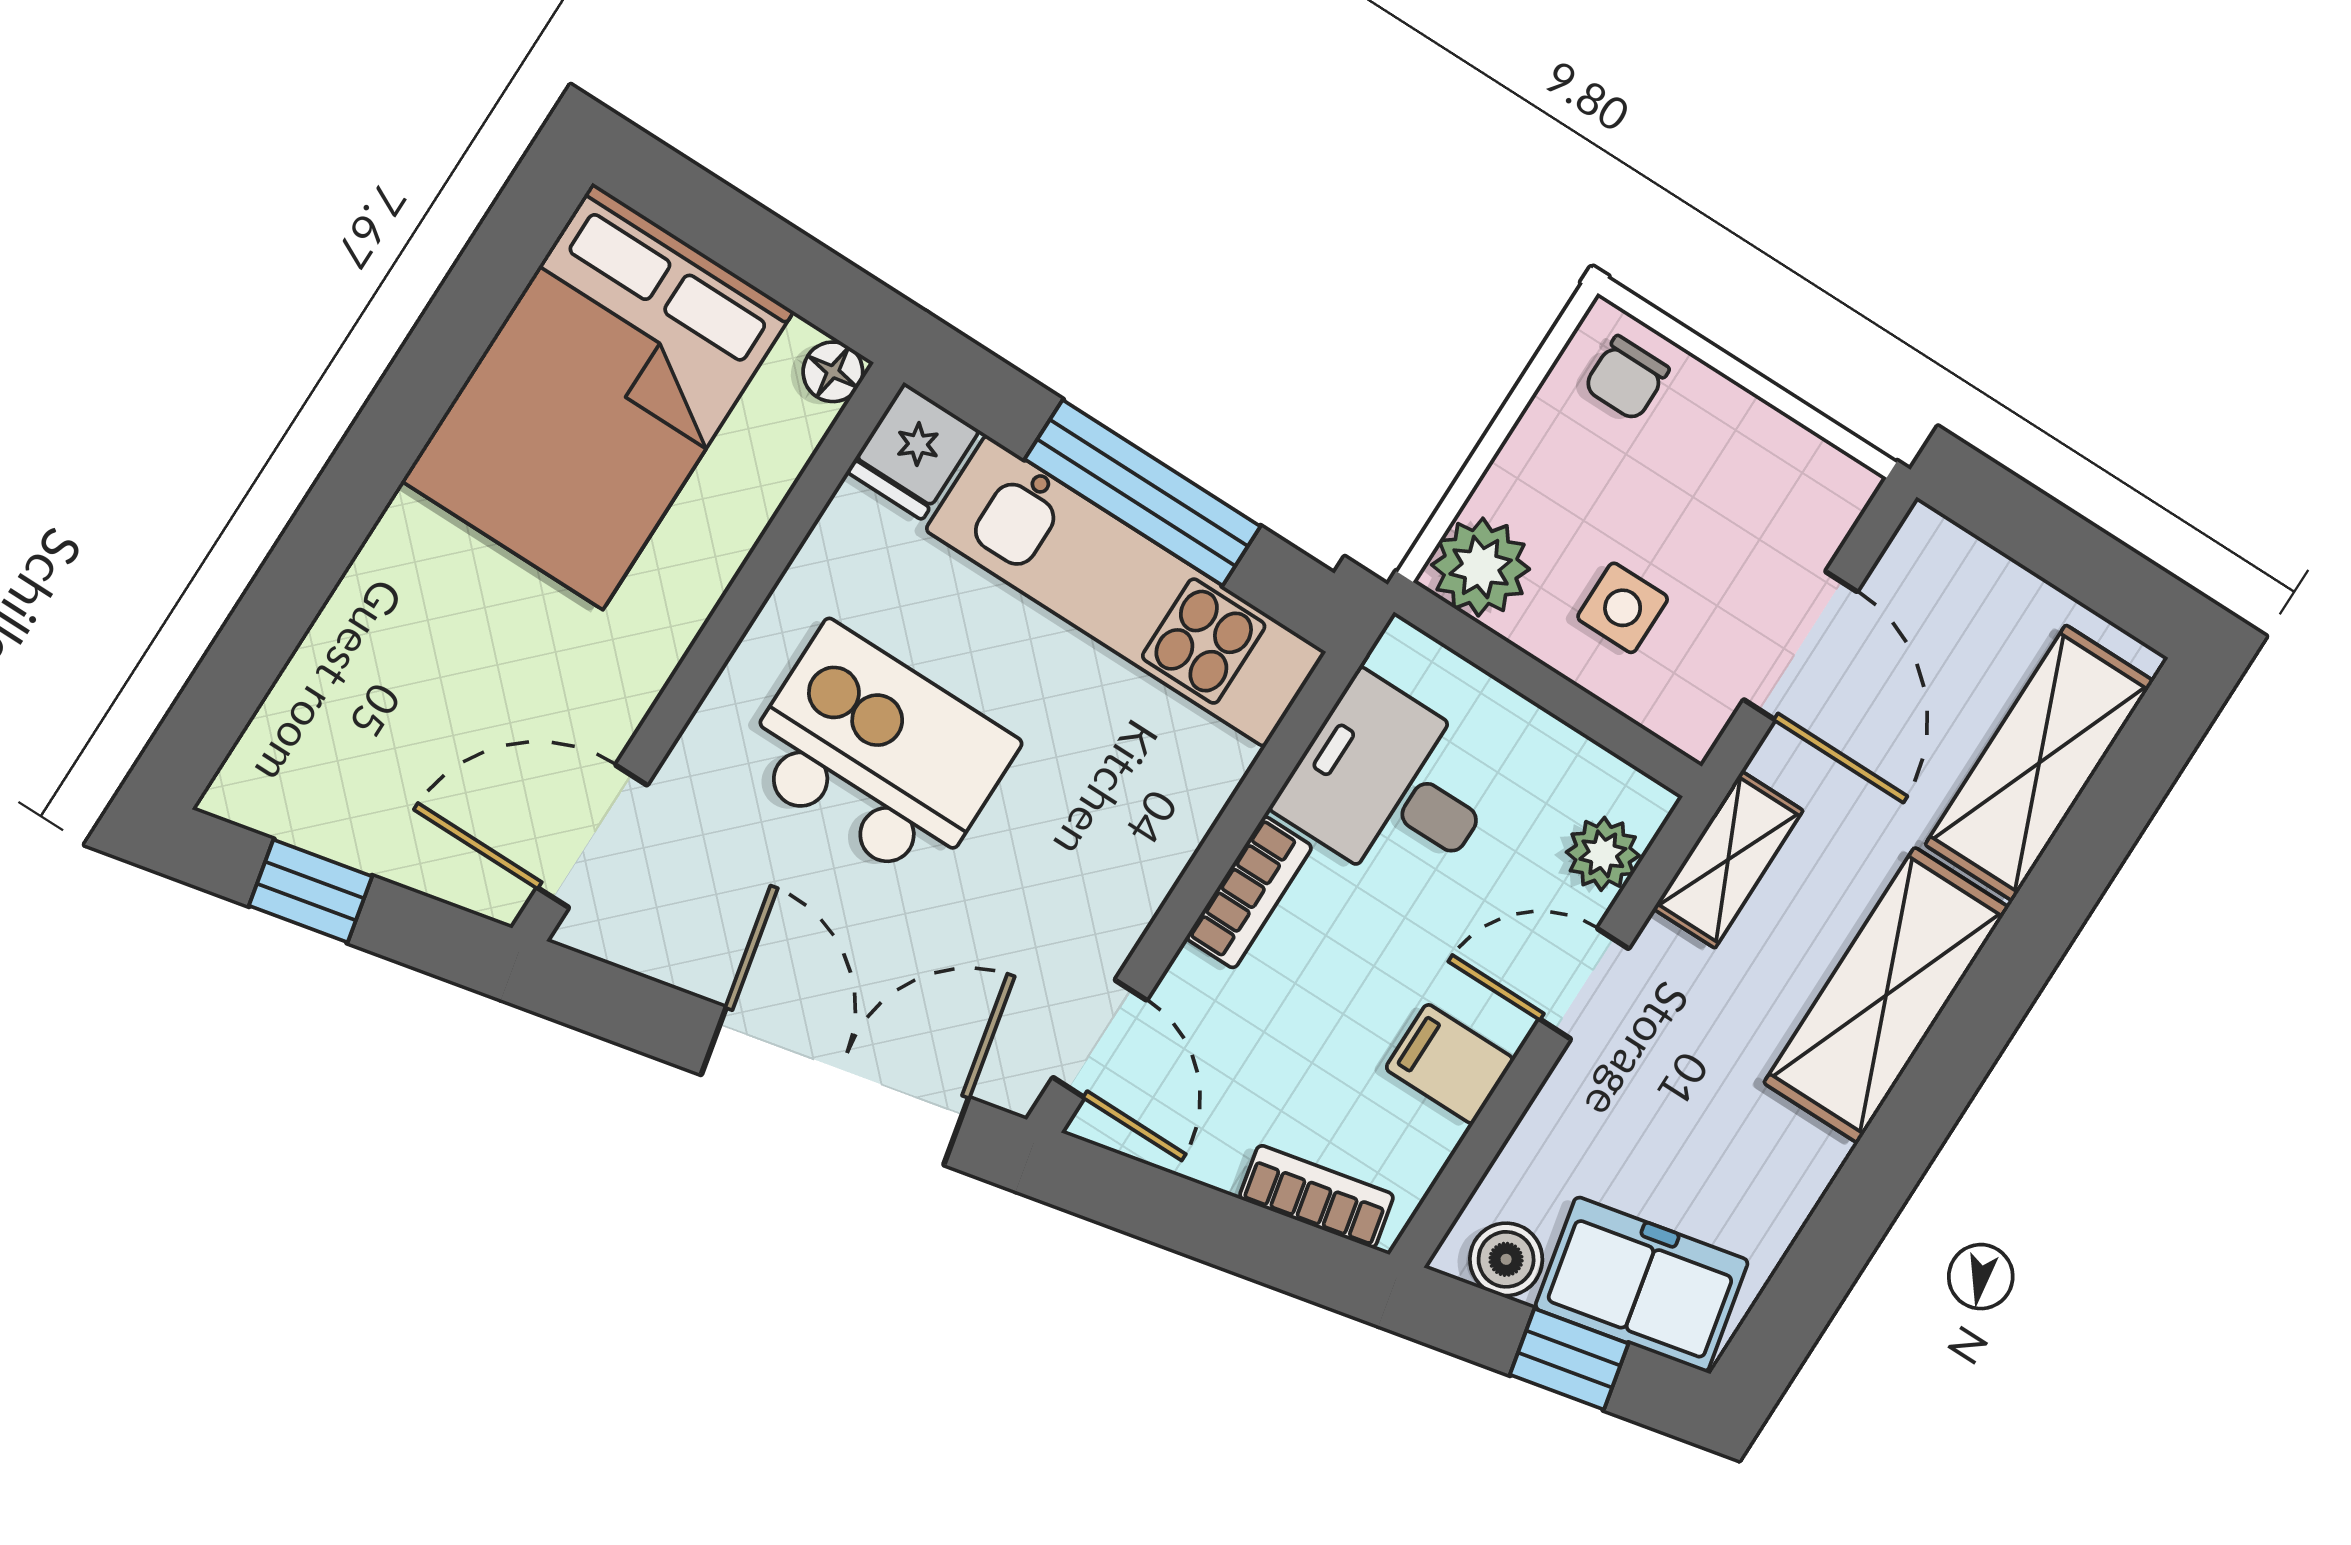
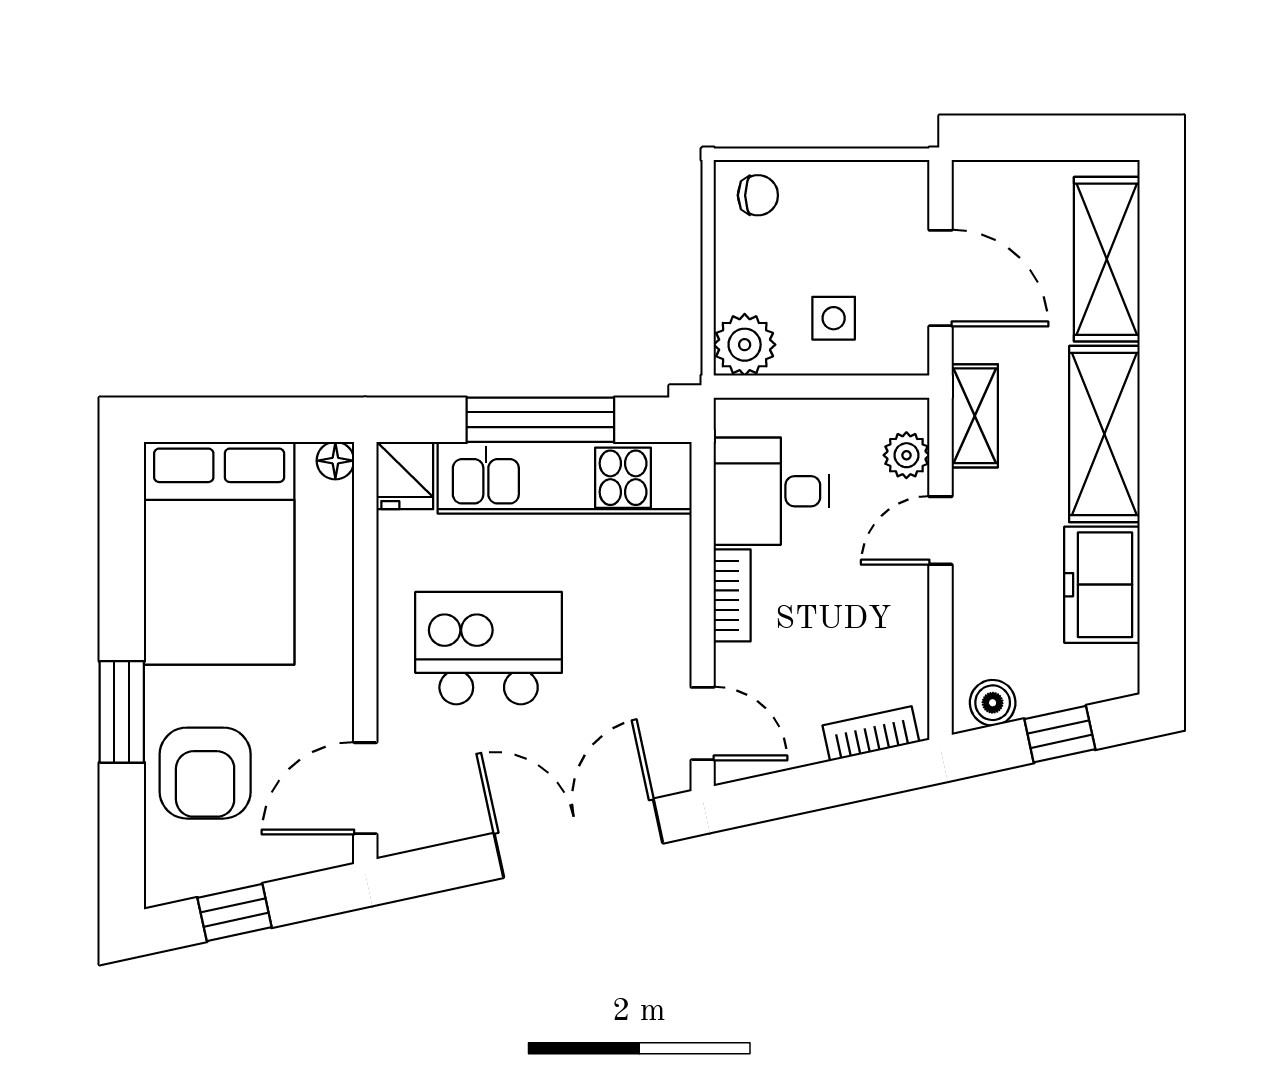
chair: (1626, 378) -> (758, 195), turned -90
window: (331, 525) -> (122, 712), added
armchair: (391, 679) -> (205, 773), added
filing cabinet: (1450, 1064) -> (897, 618), removed
freezer: (1642, 1284) -> (1102, 585), moved, turned -78

